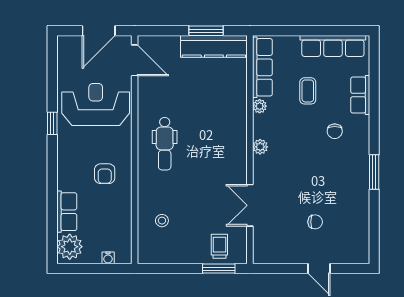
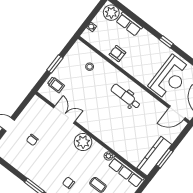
window: (52, 123) -> (166, 42), moved
plant: (260, 147) -> (83, 142), width x1.87, depth x1.87
armchair: (105, 174) -> (117, 54), moved
window: (219, 269) -> (55, 64), moved

